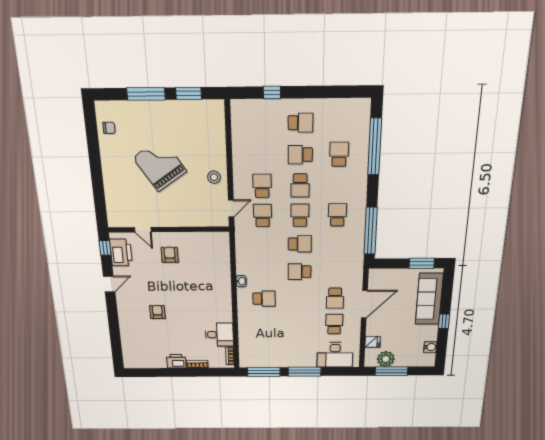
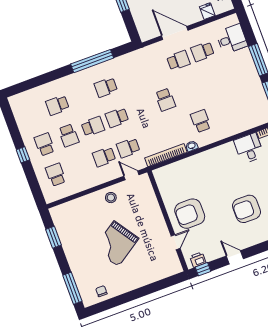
window: (272, 92) -> (23, 155), moved
window: (146, 94) -> (72, 288), moved
window: (375, 147) -> (42, 80), removed
window: (371, 231) -> (92, 61), moved
school desk: (300, 244) -> (56, 175), moved
printer: (121, 252) -> (198, 260), width x0.53, depth x0.68
bookcase: (241, 252) -> (166, 155), added
armchair: (170, 255) -> (190, 214), width x1.88, depth x1.88
armchair: (157, 312) -> (246, 209), width x1.88, depth x1.88
desk: (335, 355) -> (232, 39), width x0.73

